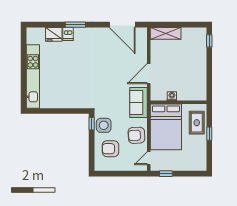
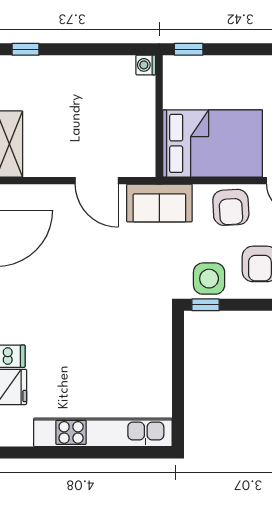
washing machine: (172, 96) -> (146, 65), moved
rug: (197, 123) -> (203, 76), removed
window: (209, 134) -> (189, 49), moved

